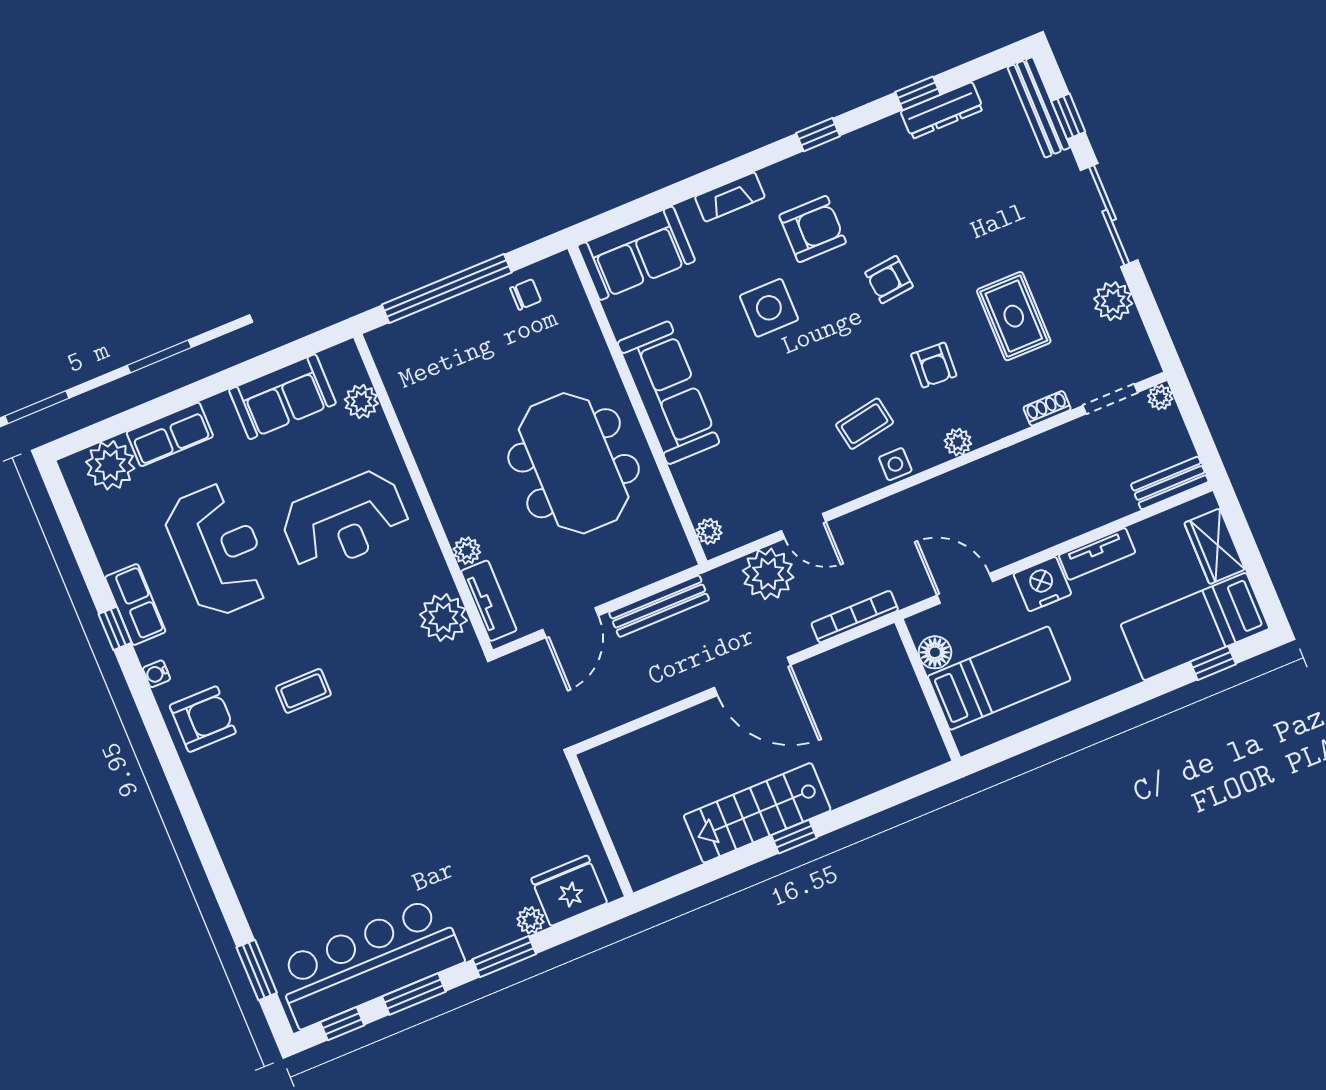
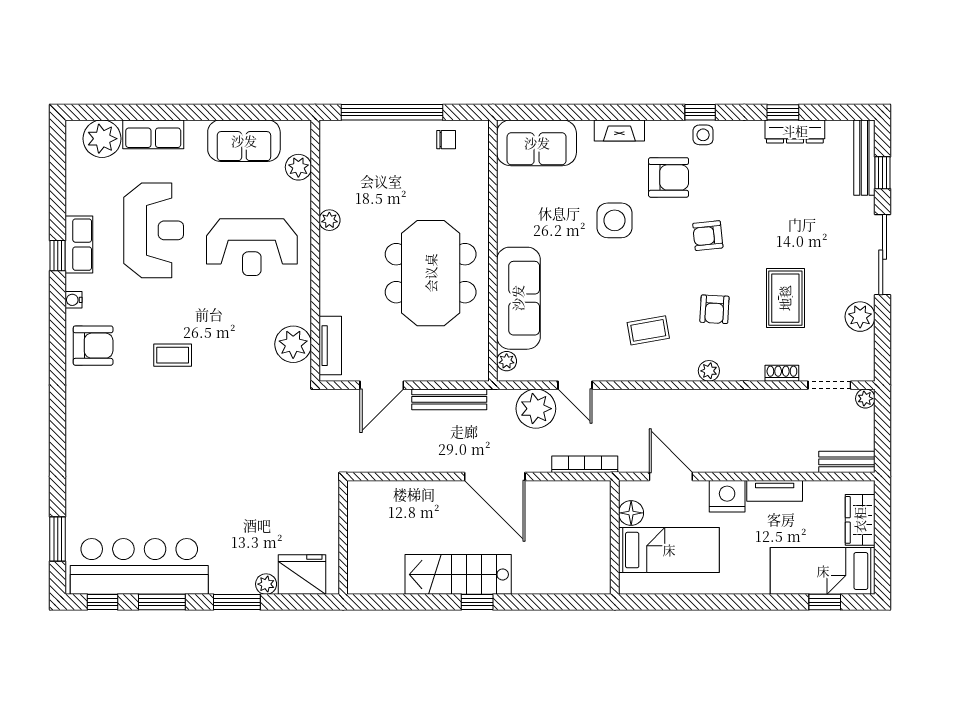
sofa: (668, 393) -> (518, 298), moved
side table: (895, 464) -> (703, 135), moved
plant: (467, 551) -> (329, 220), moved

